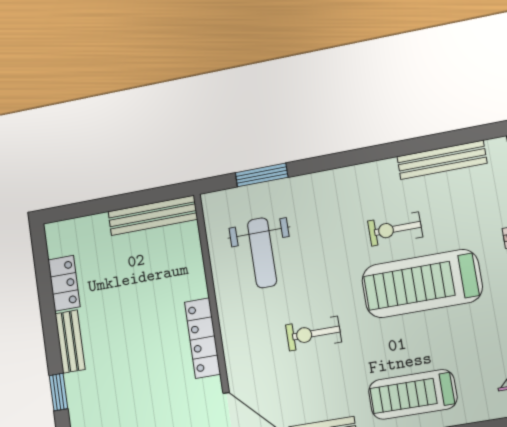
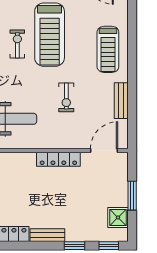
exercise bike: (395, 229) -> (17, 44), turned 180

